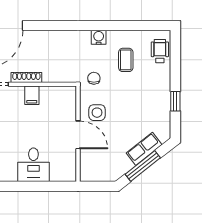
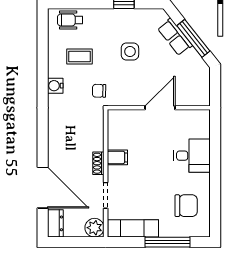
shoe rack: (26, 78) -> (98, 163), width x0.70
side table: (97, 113) -> (130, 51), moved

